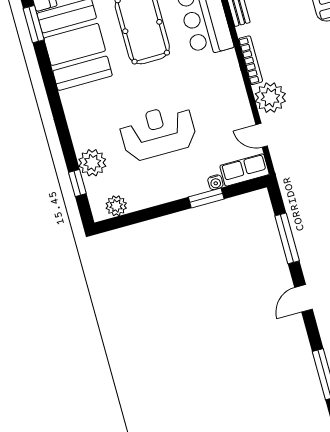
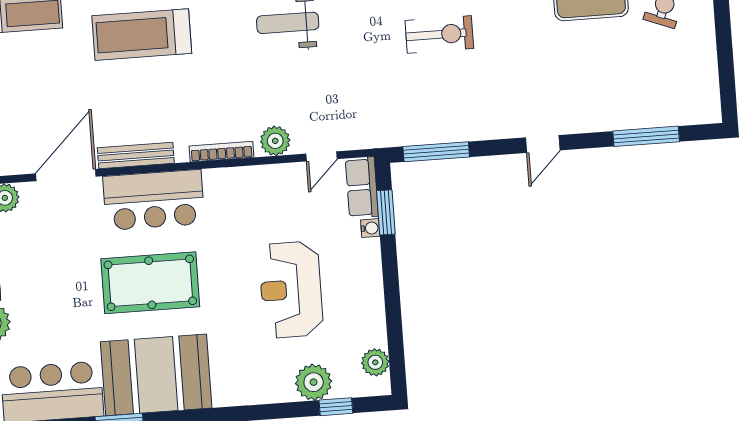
plant: (270, 98) -> (275, 141), width x0.73, depth x0.73
window: (206, 198) -> (386, 212), moved
window: (287, 238) -> (436, 152), moved
door: (304, 298) -> (543, 144), hinge flipped

